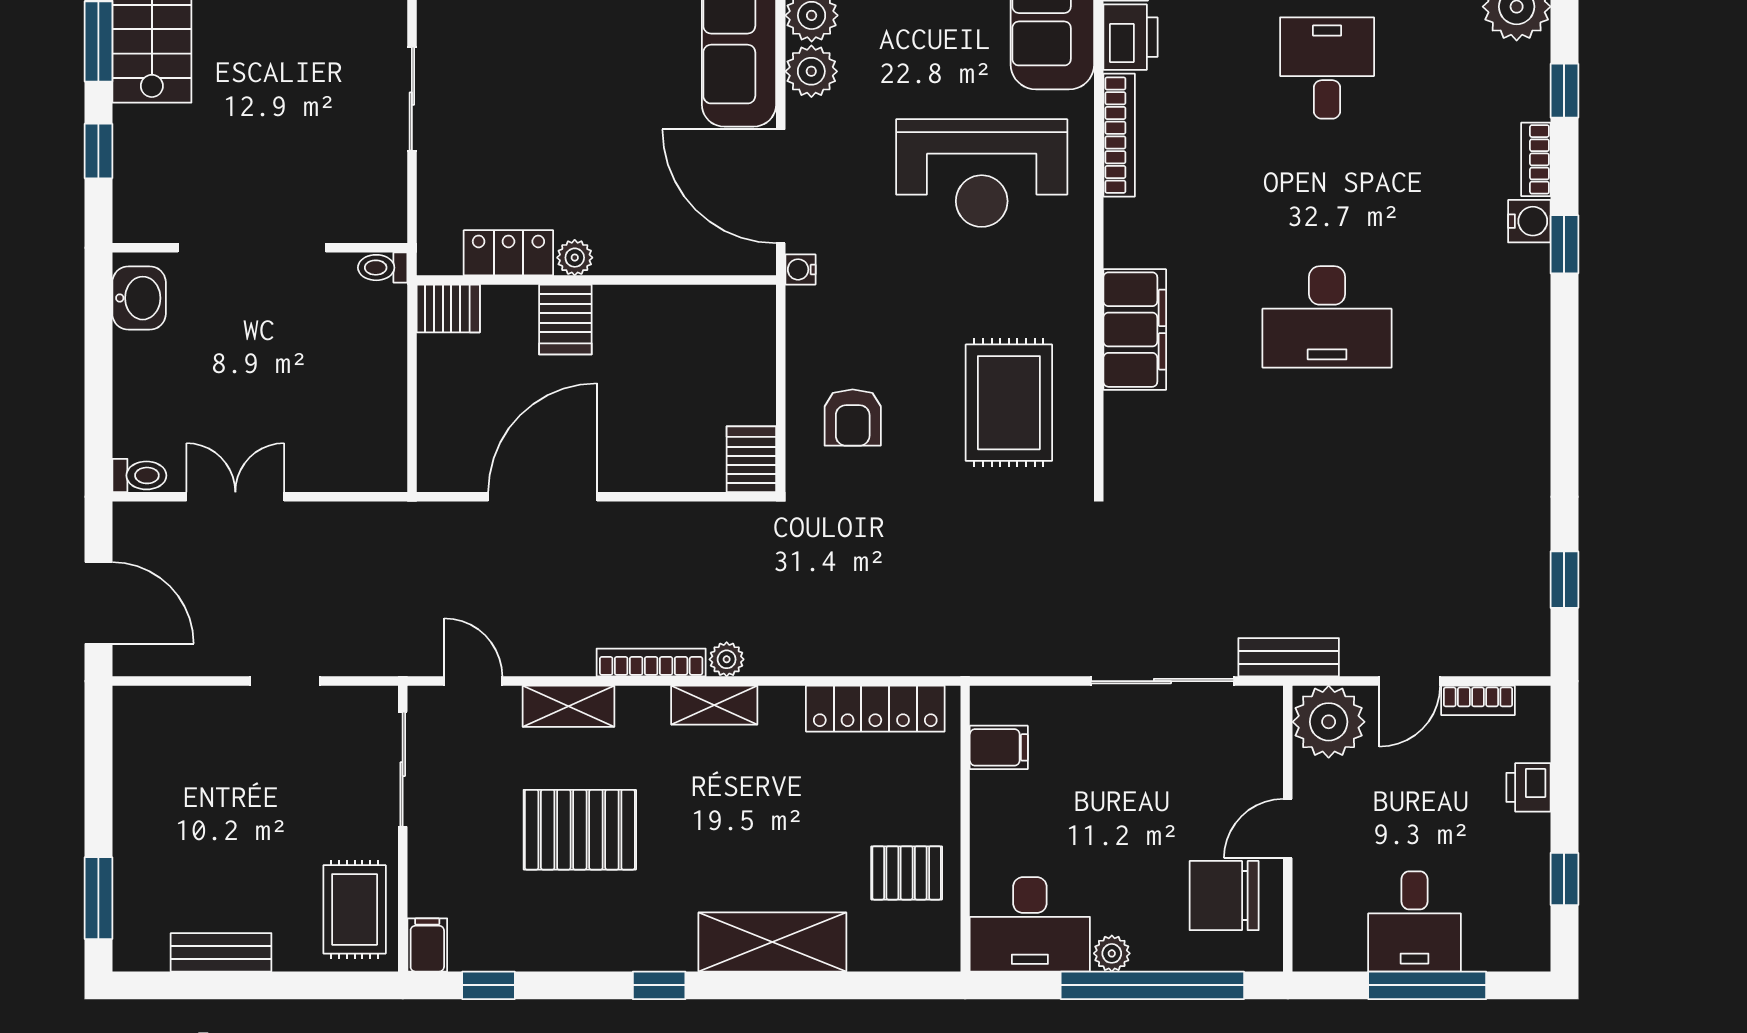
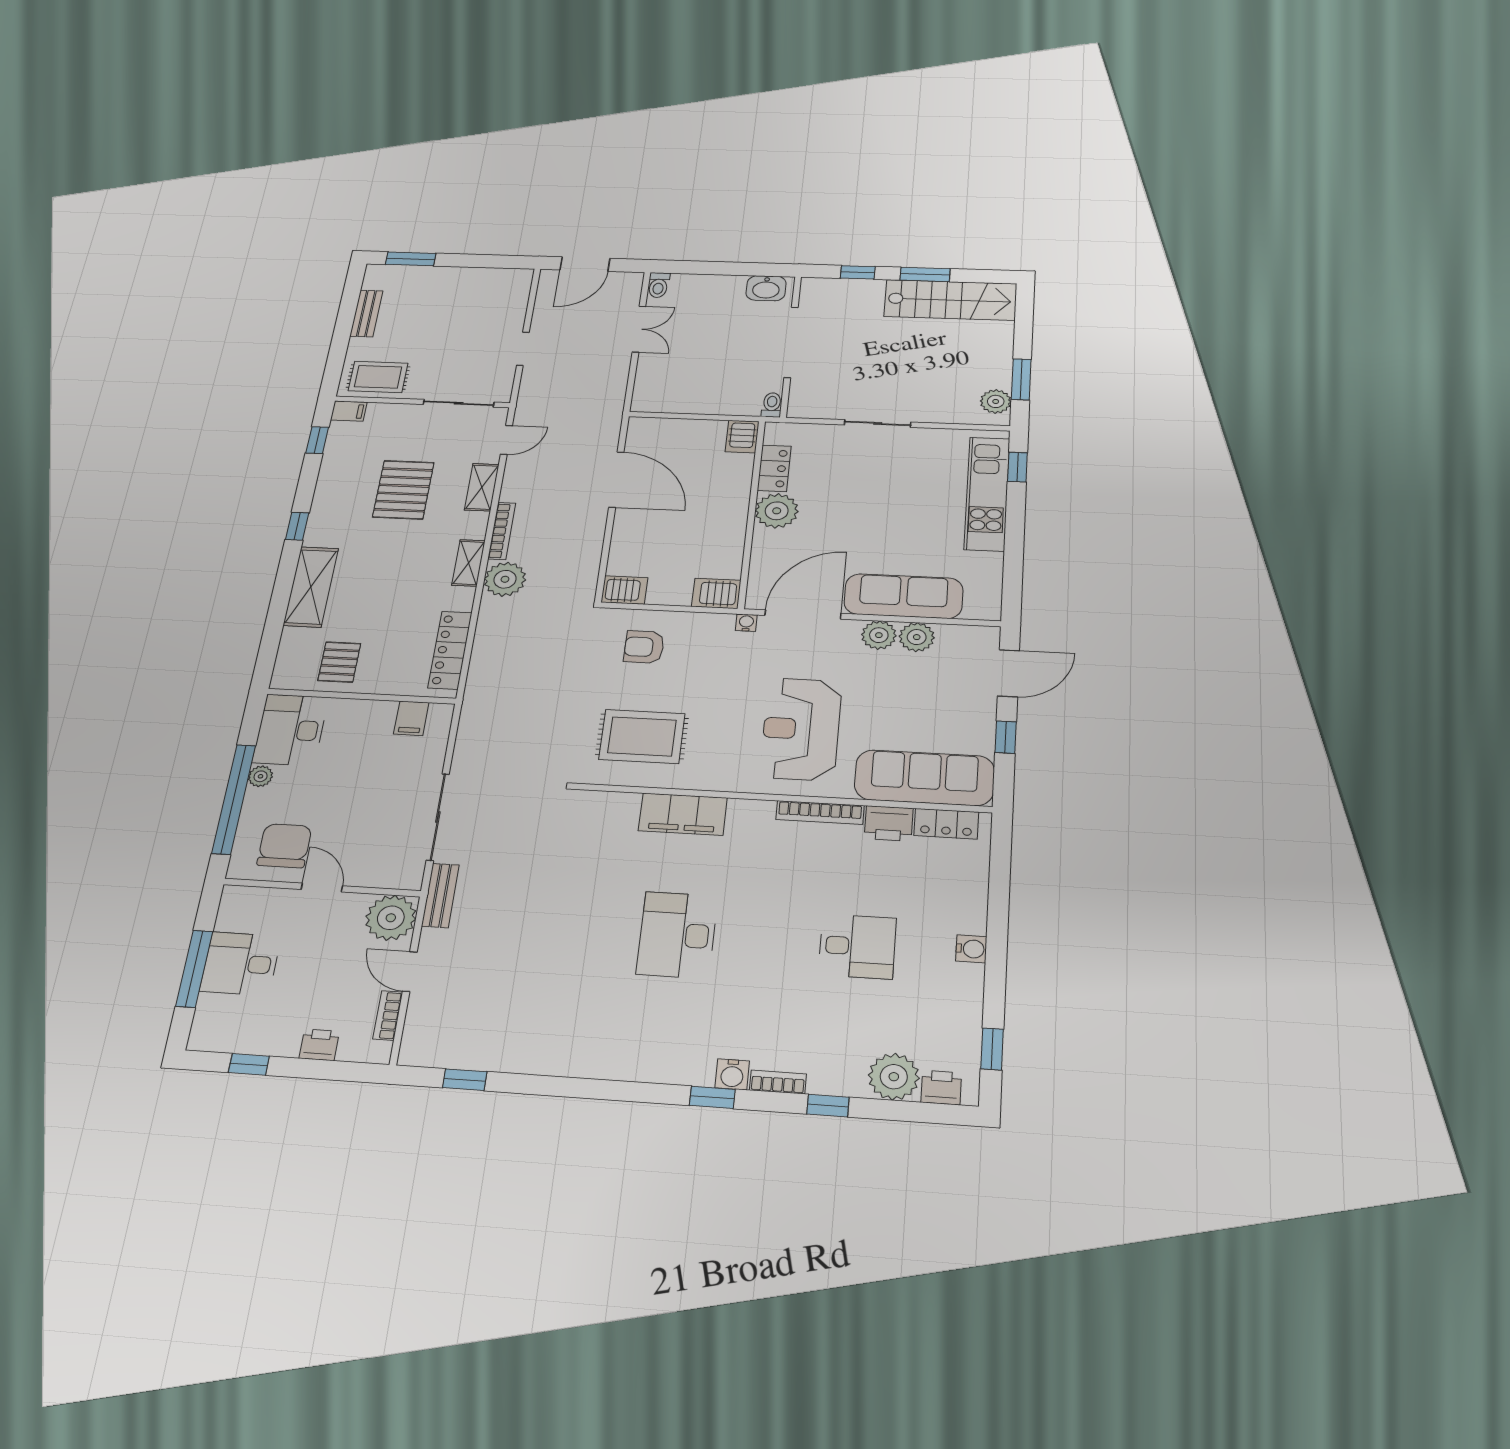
plant: (575, 258) -> (777, 511), width x1.88, depth x1.88
server rack: (565, 320) -> (716, 593), moved
plant: (727, 659) -> (505, 579), width x1.88, depth x1.88

